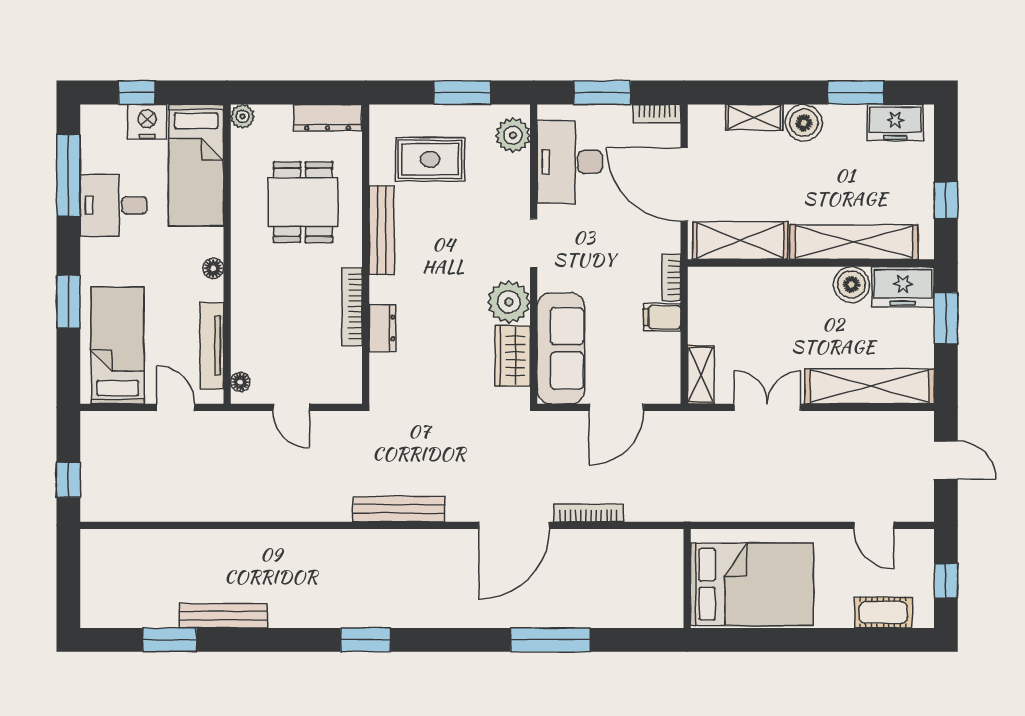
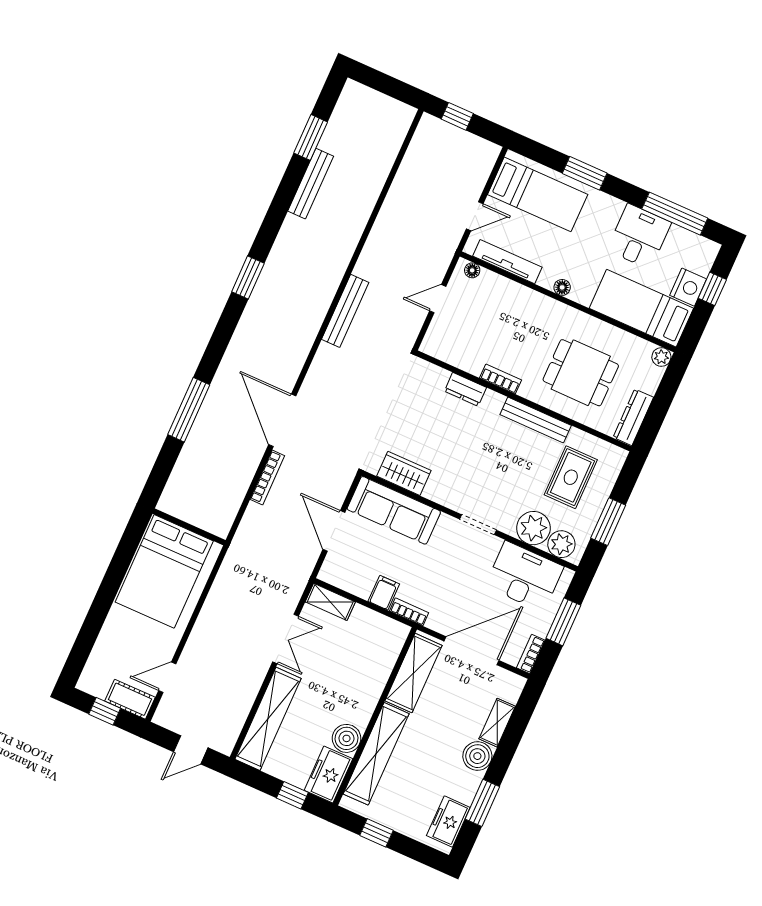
plant: (509, 302) -> (533, 528), moved
bookcase: (352, 306) -> (501, 379), width x0.64
window: (946, 318) -> (292, 795), width x0.67
bench: (399, 509) -> (345, 311), moved
cot: (883, 613) -> (130, 699), moved, turned 90

